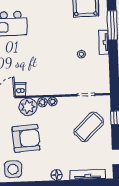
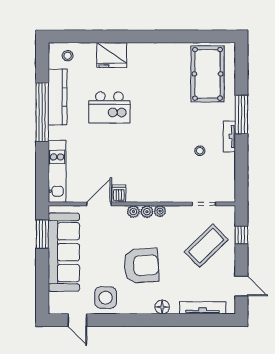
plant: (28, 107) -> (133, 212), width x0.53, depth x0.53
armchair: (26, 138) -> (141, 266), moved

